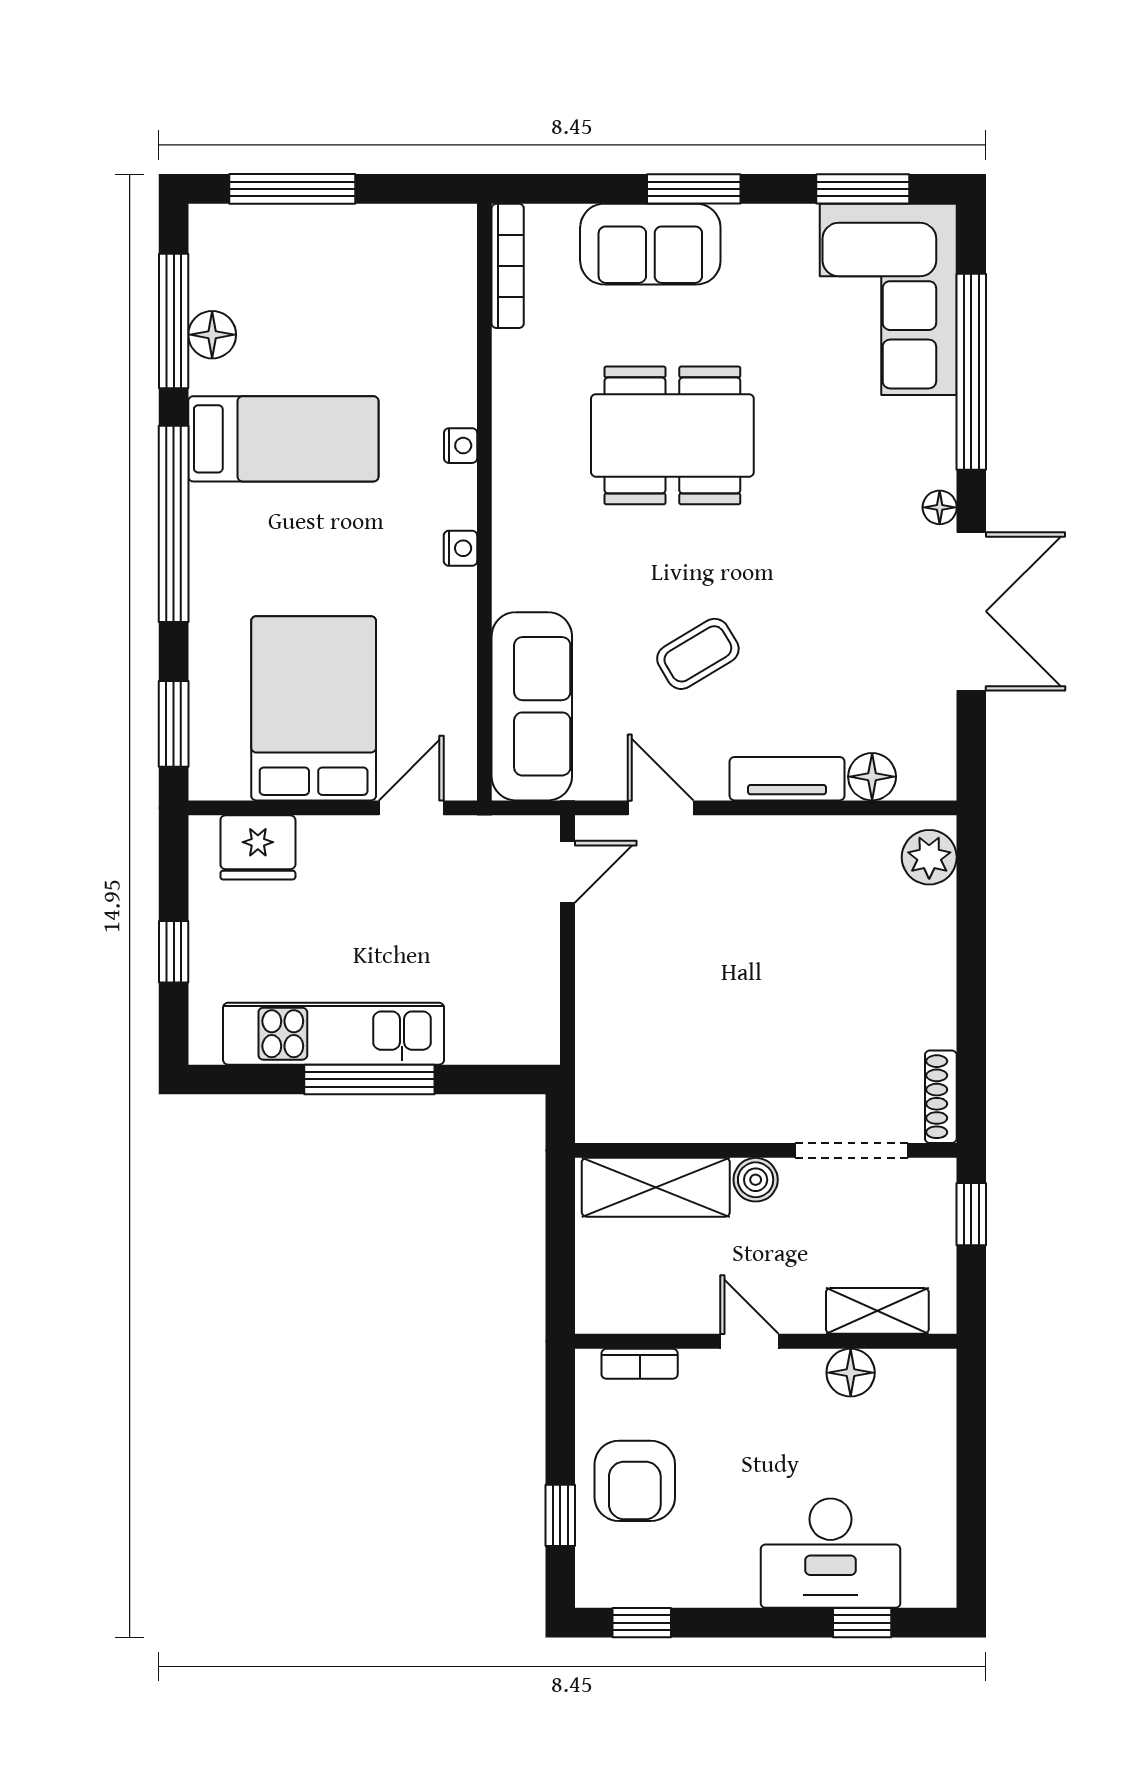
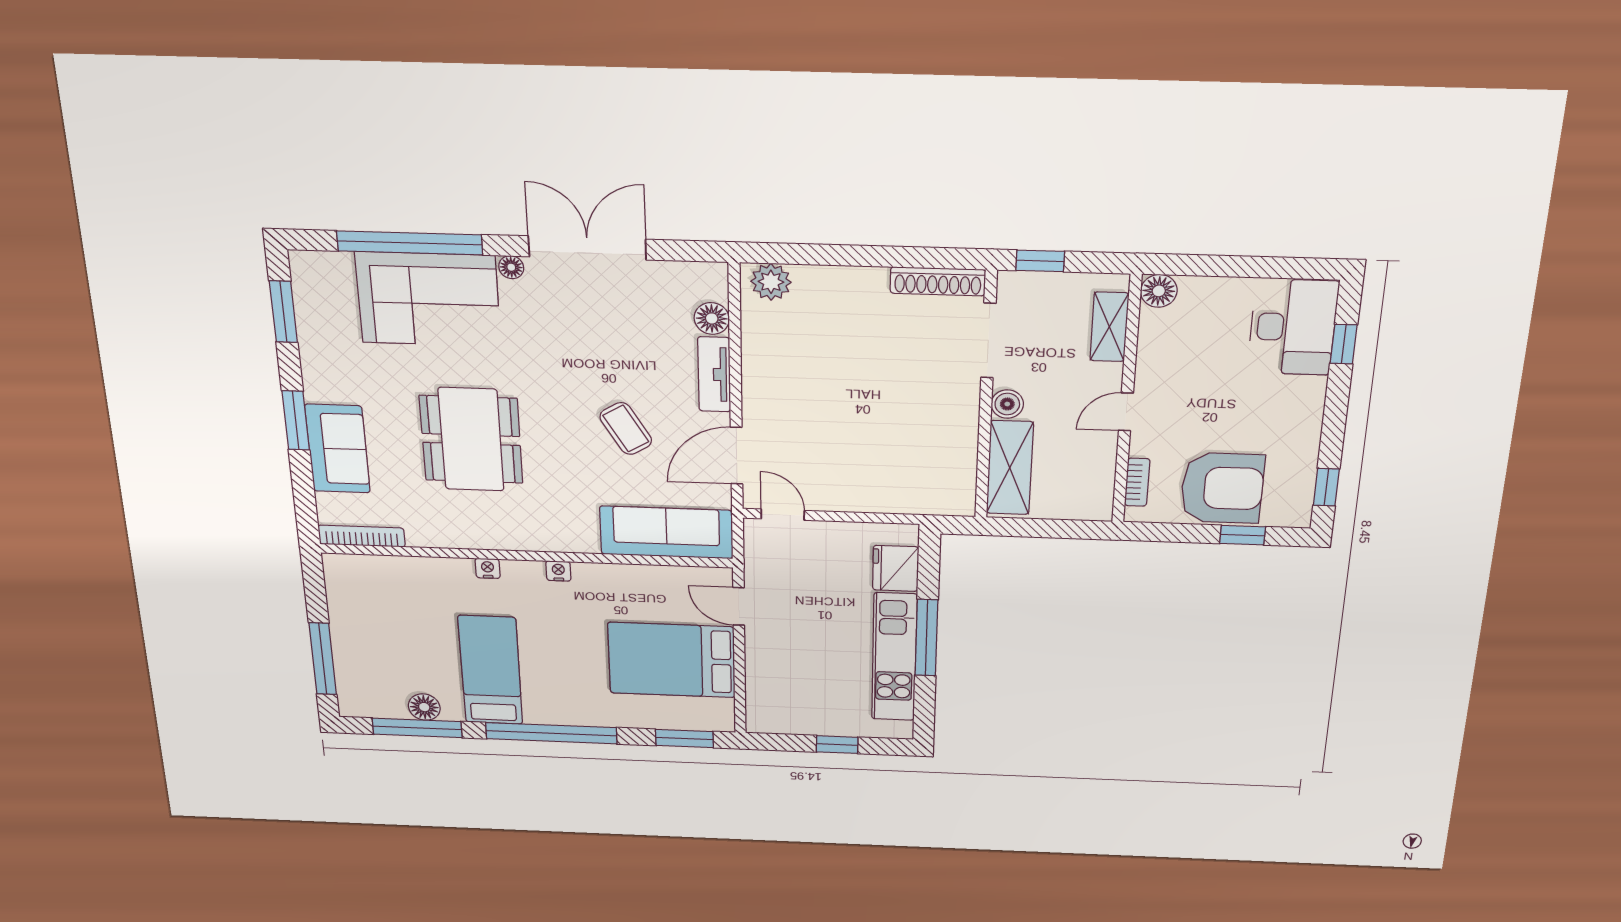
corner sofa: (888, 299) -> (428, 299), moved
door: (661, 808) -> (737, 456), width x1.38
fridge: (258, 847) -> (896, 568), moved, turned 180
shoe rack: (941, 1097) -> (938, 281), width x1.36, depth x1.24
floor lamp: (851, 1373) -> (1159, 291), moved
armchair: (635, 1481) -> (1222, 488), width x1.36, depth x1.36
desk: (831, 1553) -> (1293, 327), moved

